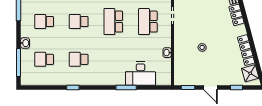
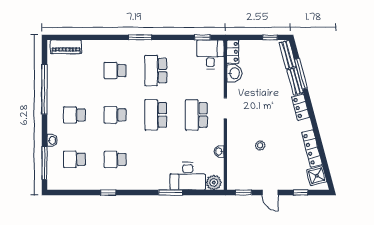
plant: (163, 79) -> (214, 182), added

